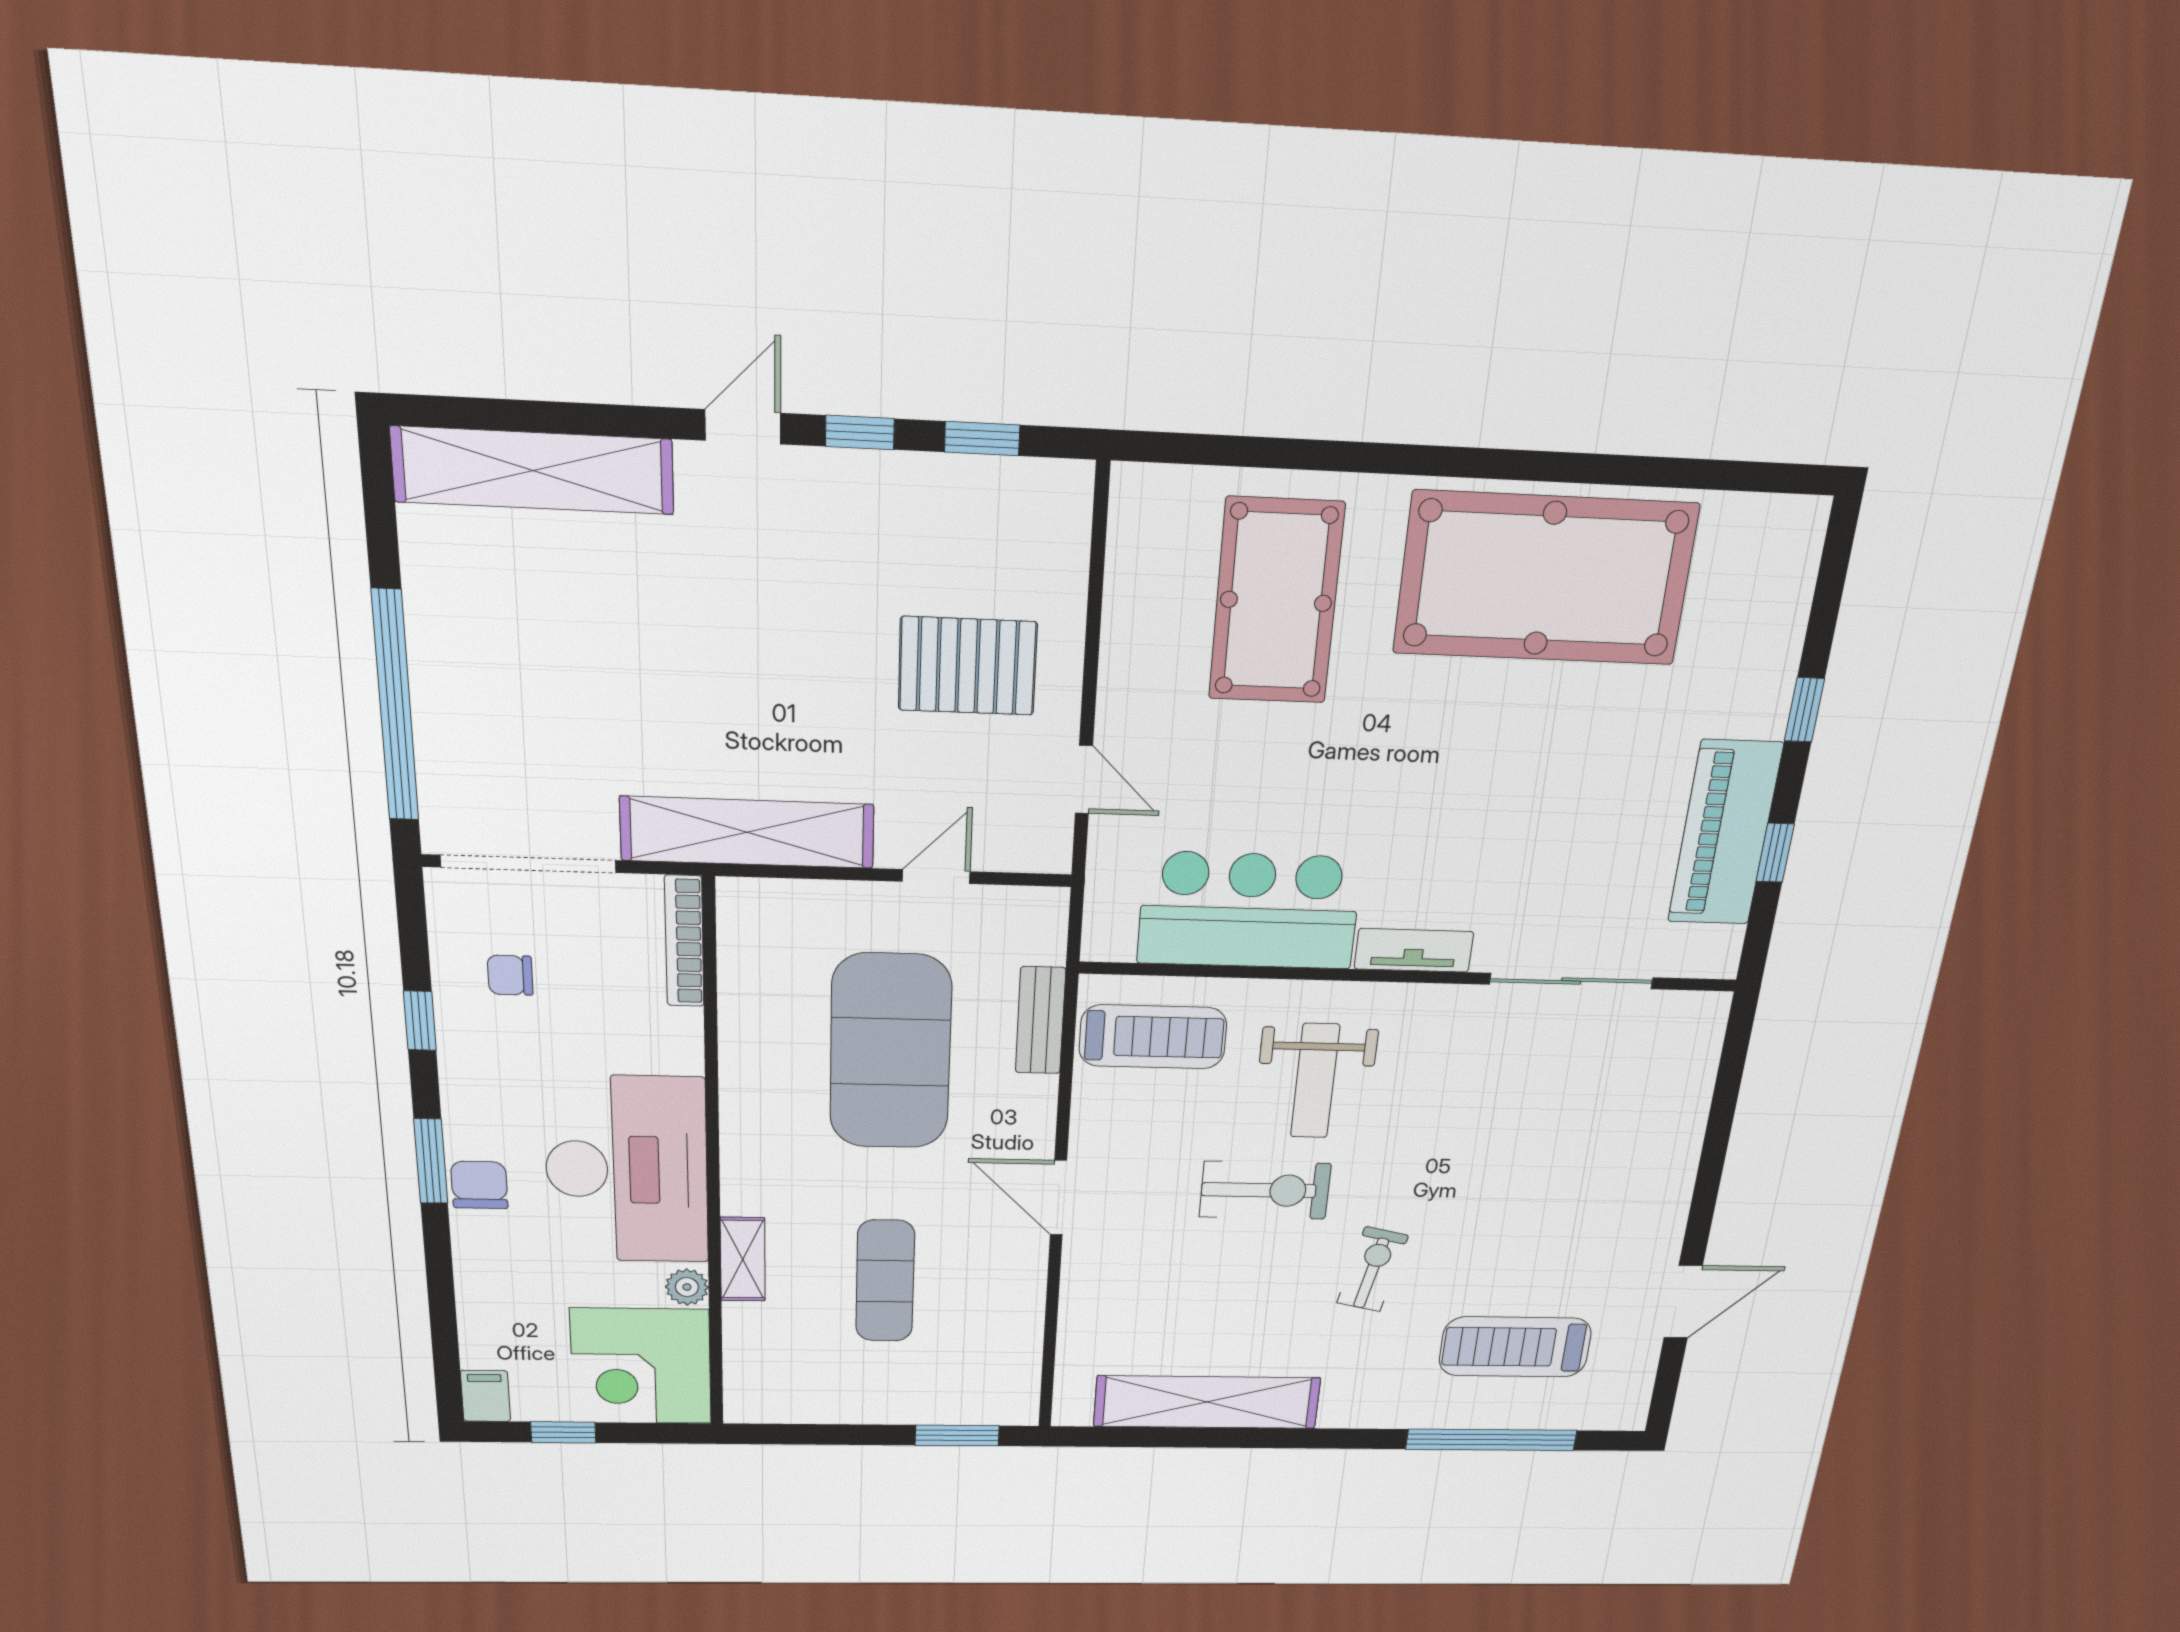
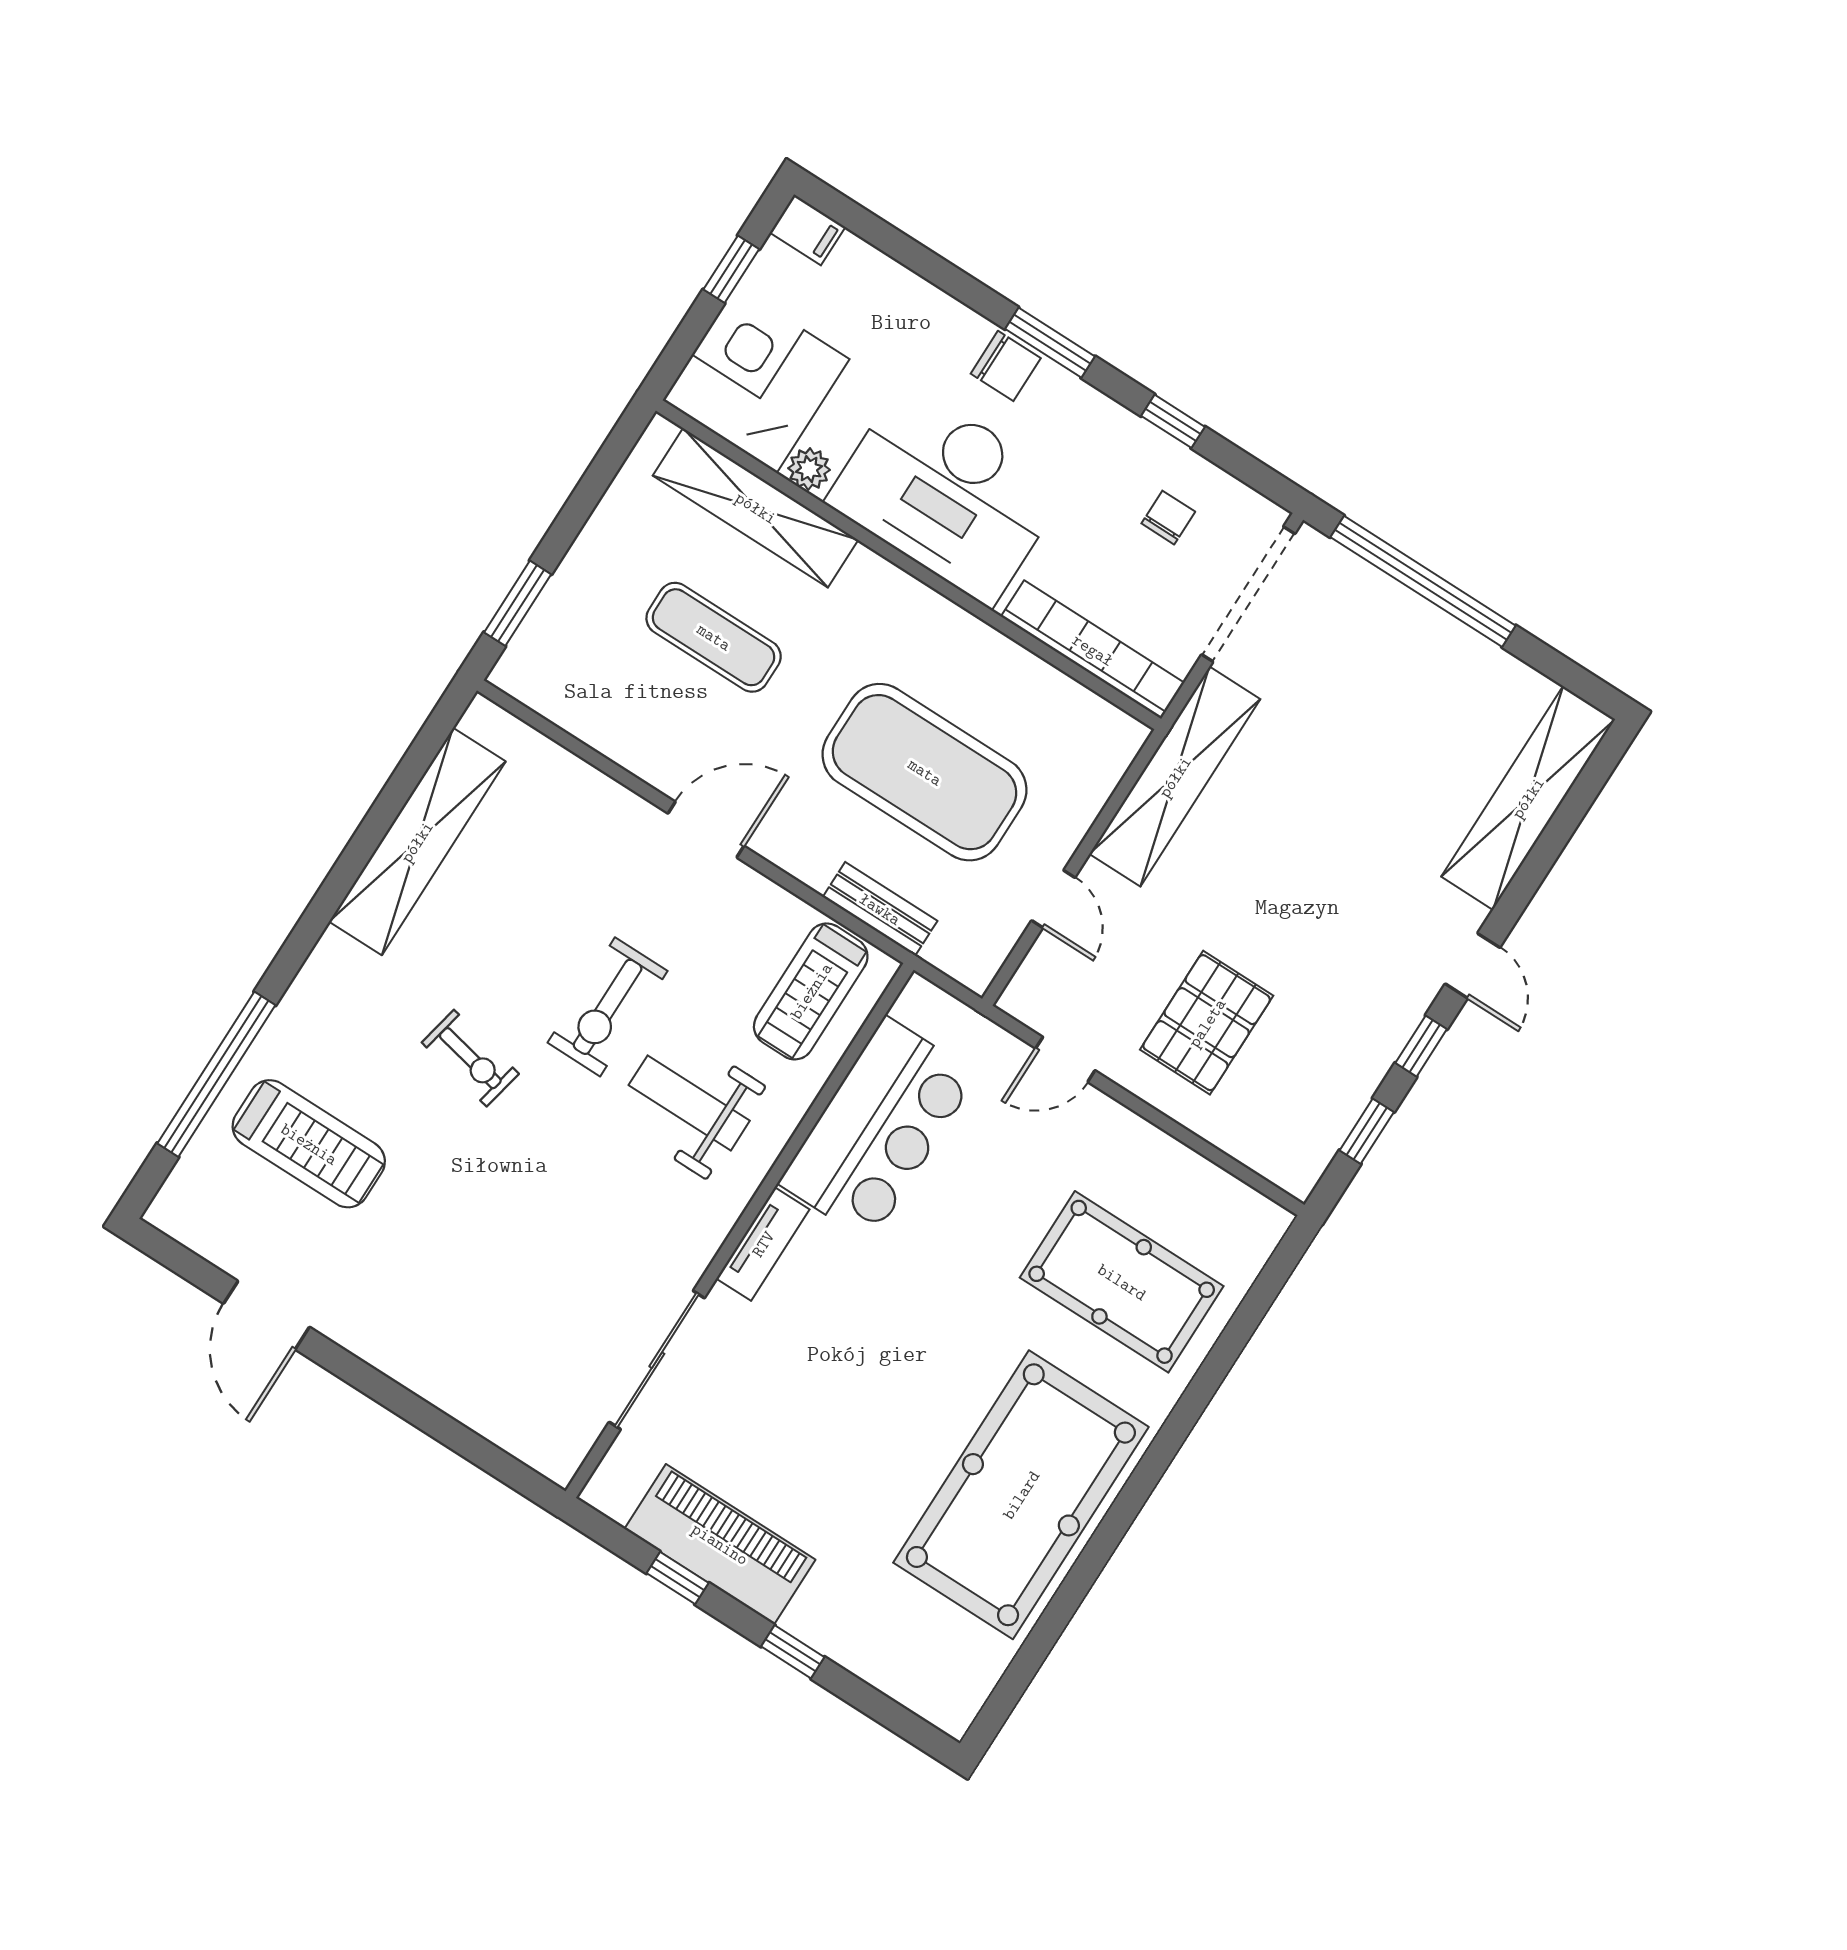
bookcase: (684, 941) -> (1093, 650), width x1.48, depth x1.31
shelving: (743, 1259) -> (756, 508), width x2.20, depth x1.33
treadmill: (1515, 1347) -> (309, 1144), turned 90

